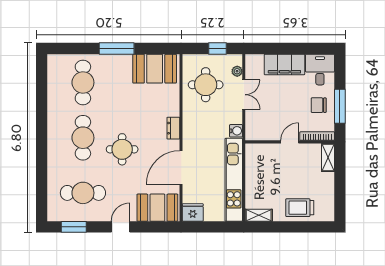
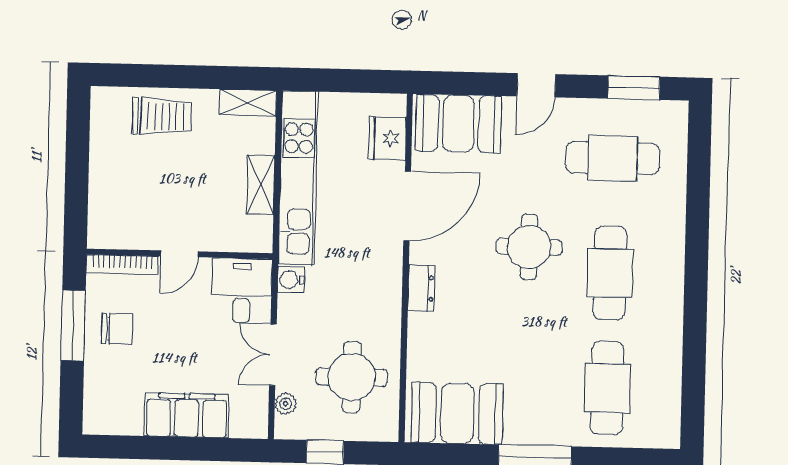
desk: (320, 70) -> (242, 290), moved, turned 180
shelving: (328, 158) -> (261, 185), moved
fridge: (193, 212) -> (387, 138), moved, turned 90

